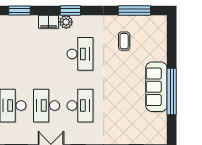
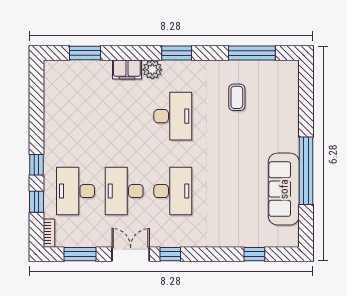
window: (70, 11) -> (177, 53), moved
sofa: (156, 87) -> (284, 189), moved

